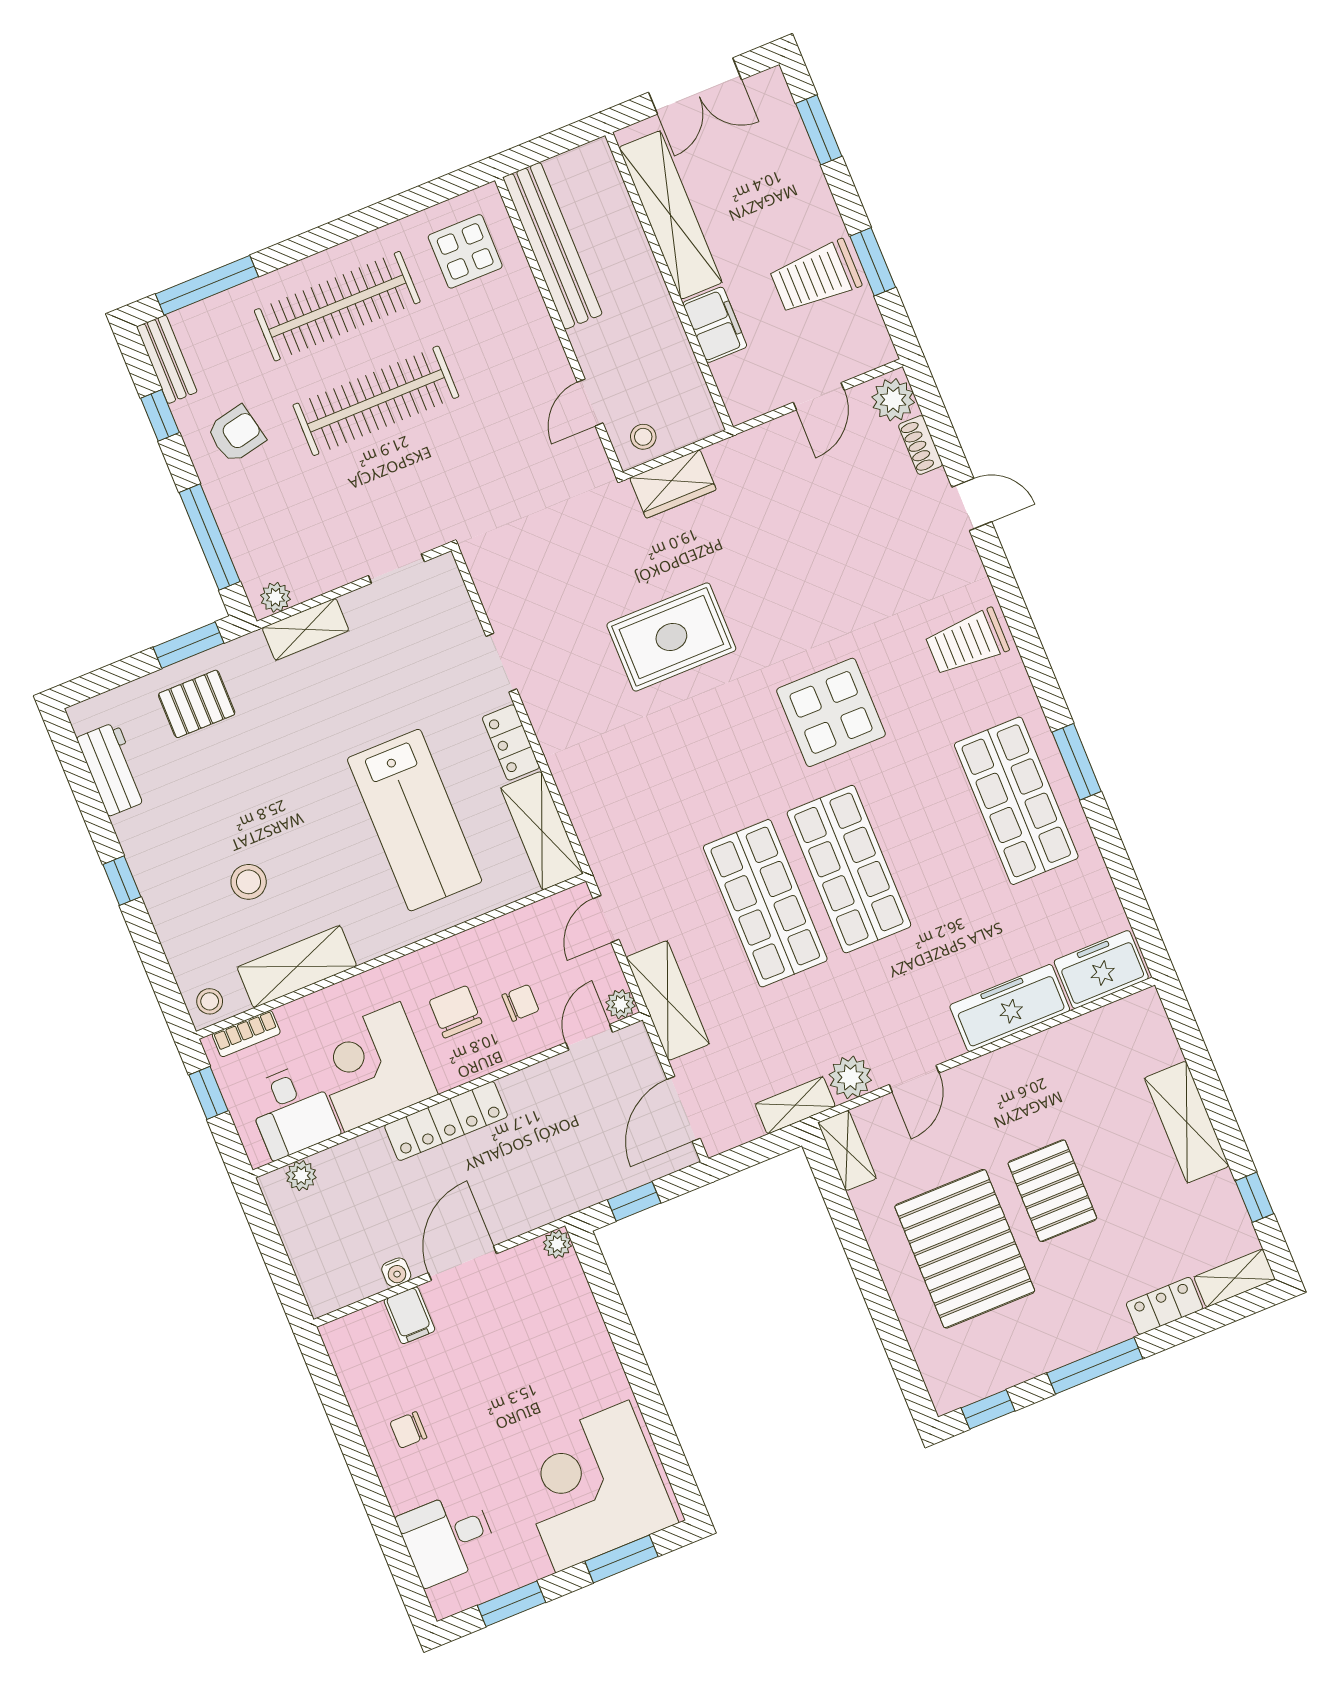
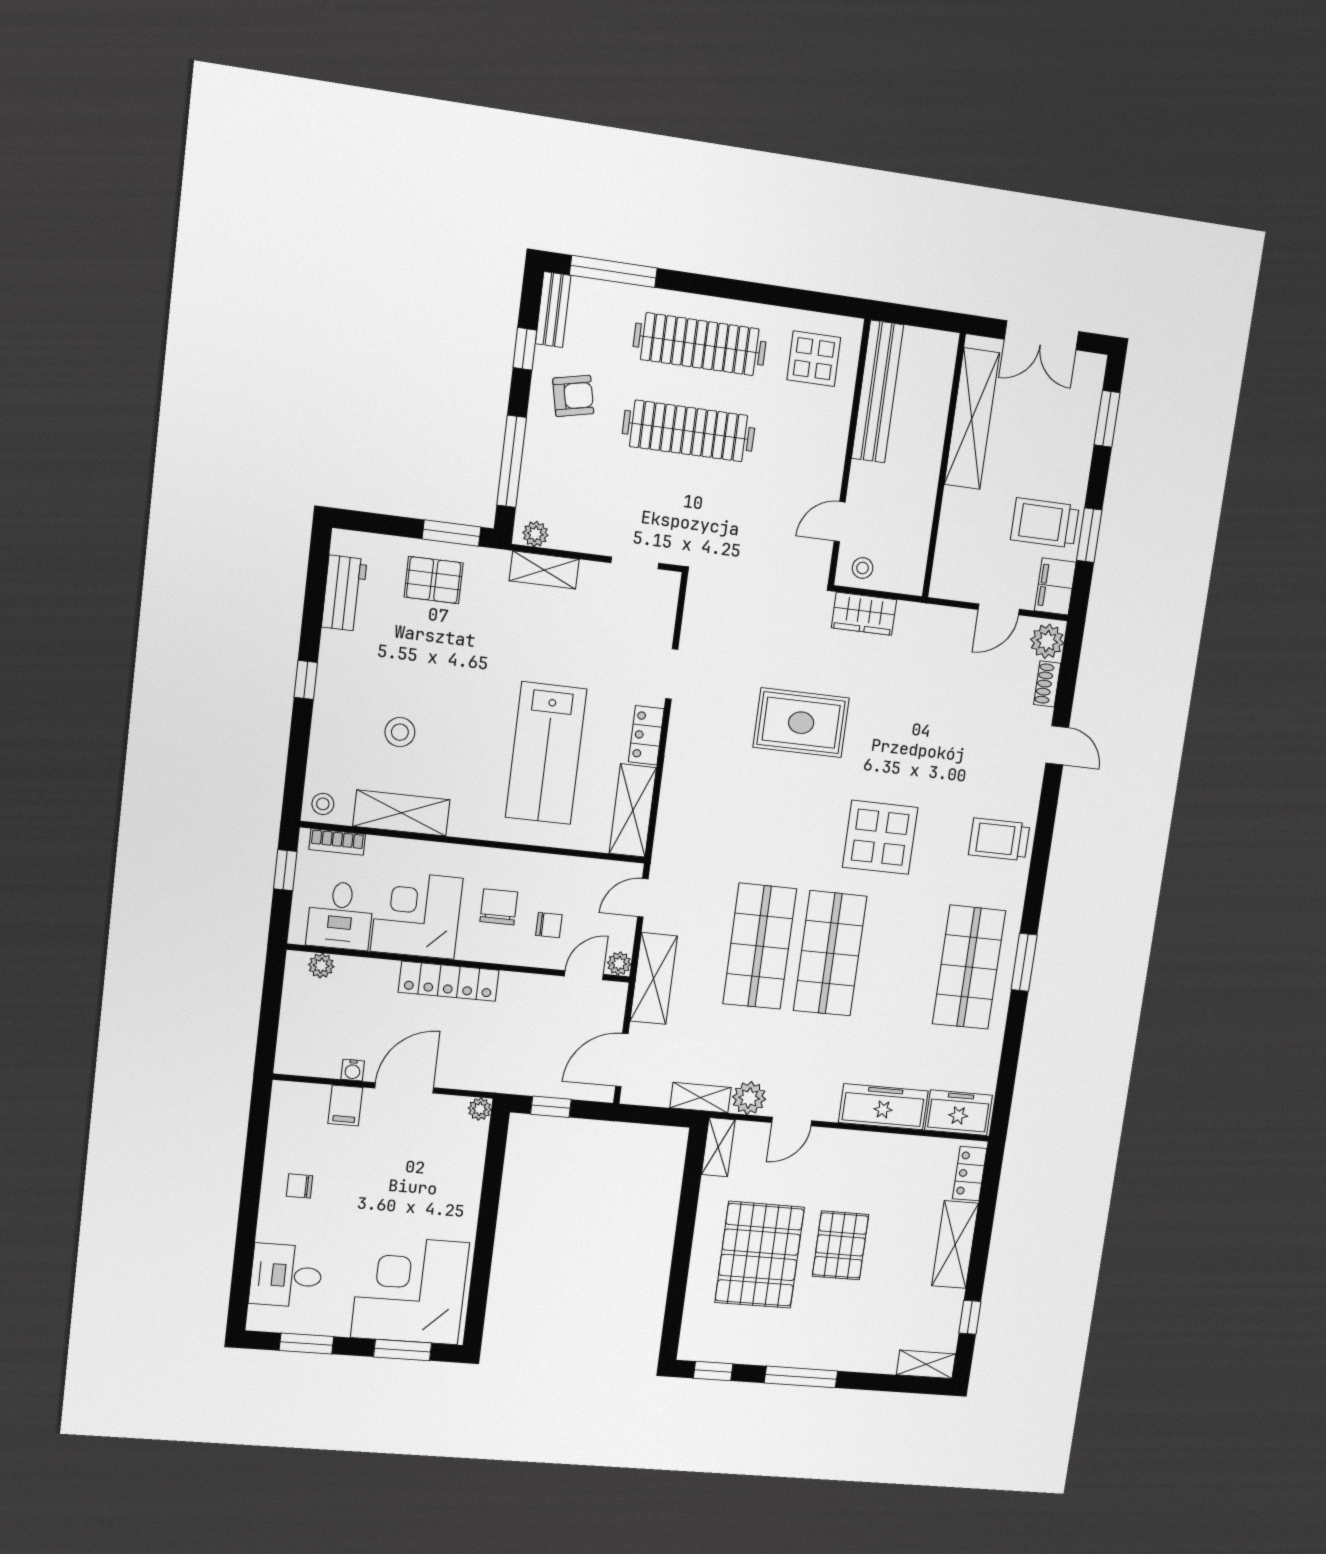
filing cabinet: (715, 325) -> (1055, 586), moved, turned 180
locker: (1164, 1306) -> (970, 1174), moved, turned -90

